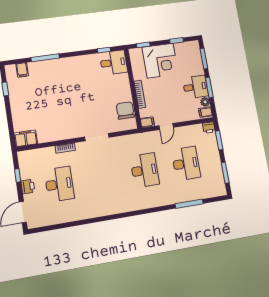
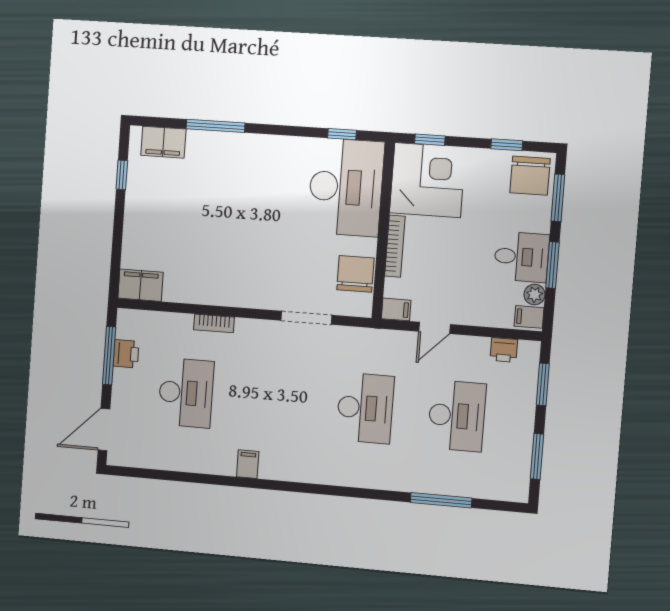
chair: (190, 52) -> (530, 176), added
corner desk: (160, 61) -> (428, 180), moved, turned -90
desk: (114, 63) -> (346, 187), width x1.87, depth x1.30
filing cabinet: (22, 70) -> (163, 142), width x2.00
printer: (209, 128) -> (504, 350), moved
doorway: (97, 137) -> (306, 318), moved
window: (18, 175) -> (109, 356), width x2.17
printer: (28, 187) -> (126, 354), moved
filing cabinet: (97, 211) -> (248, 464), added

